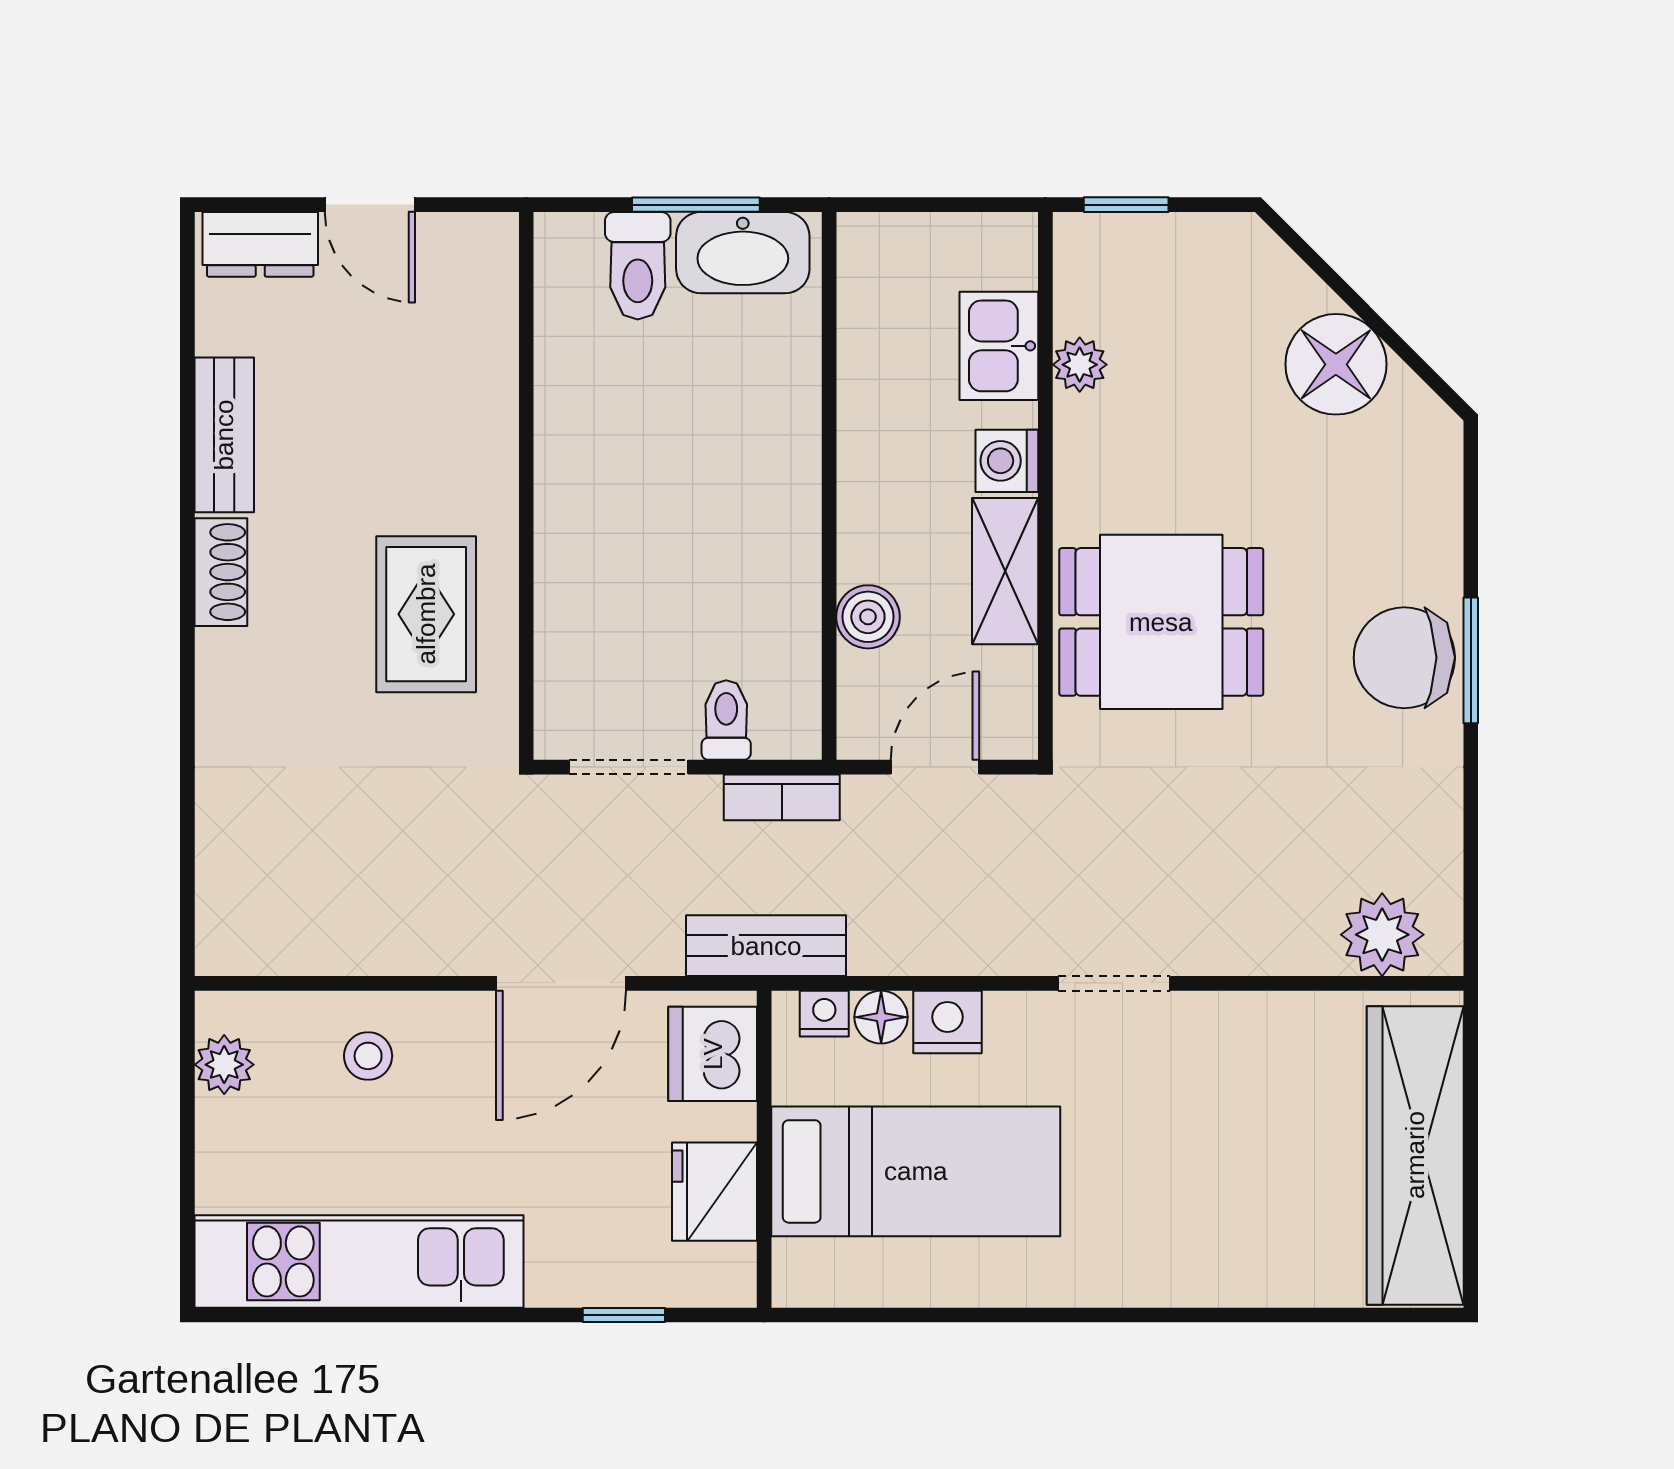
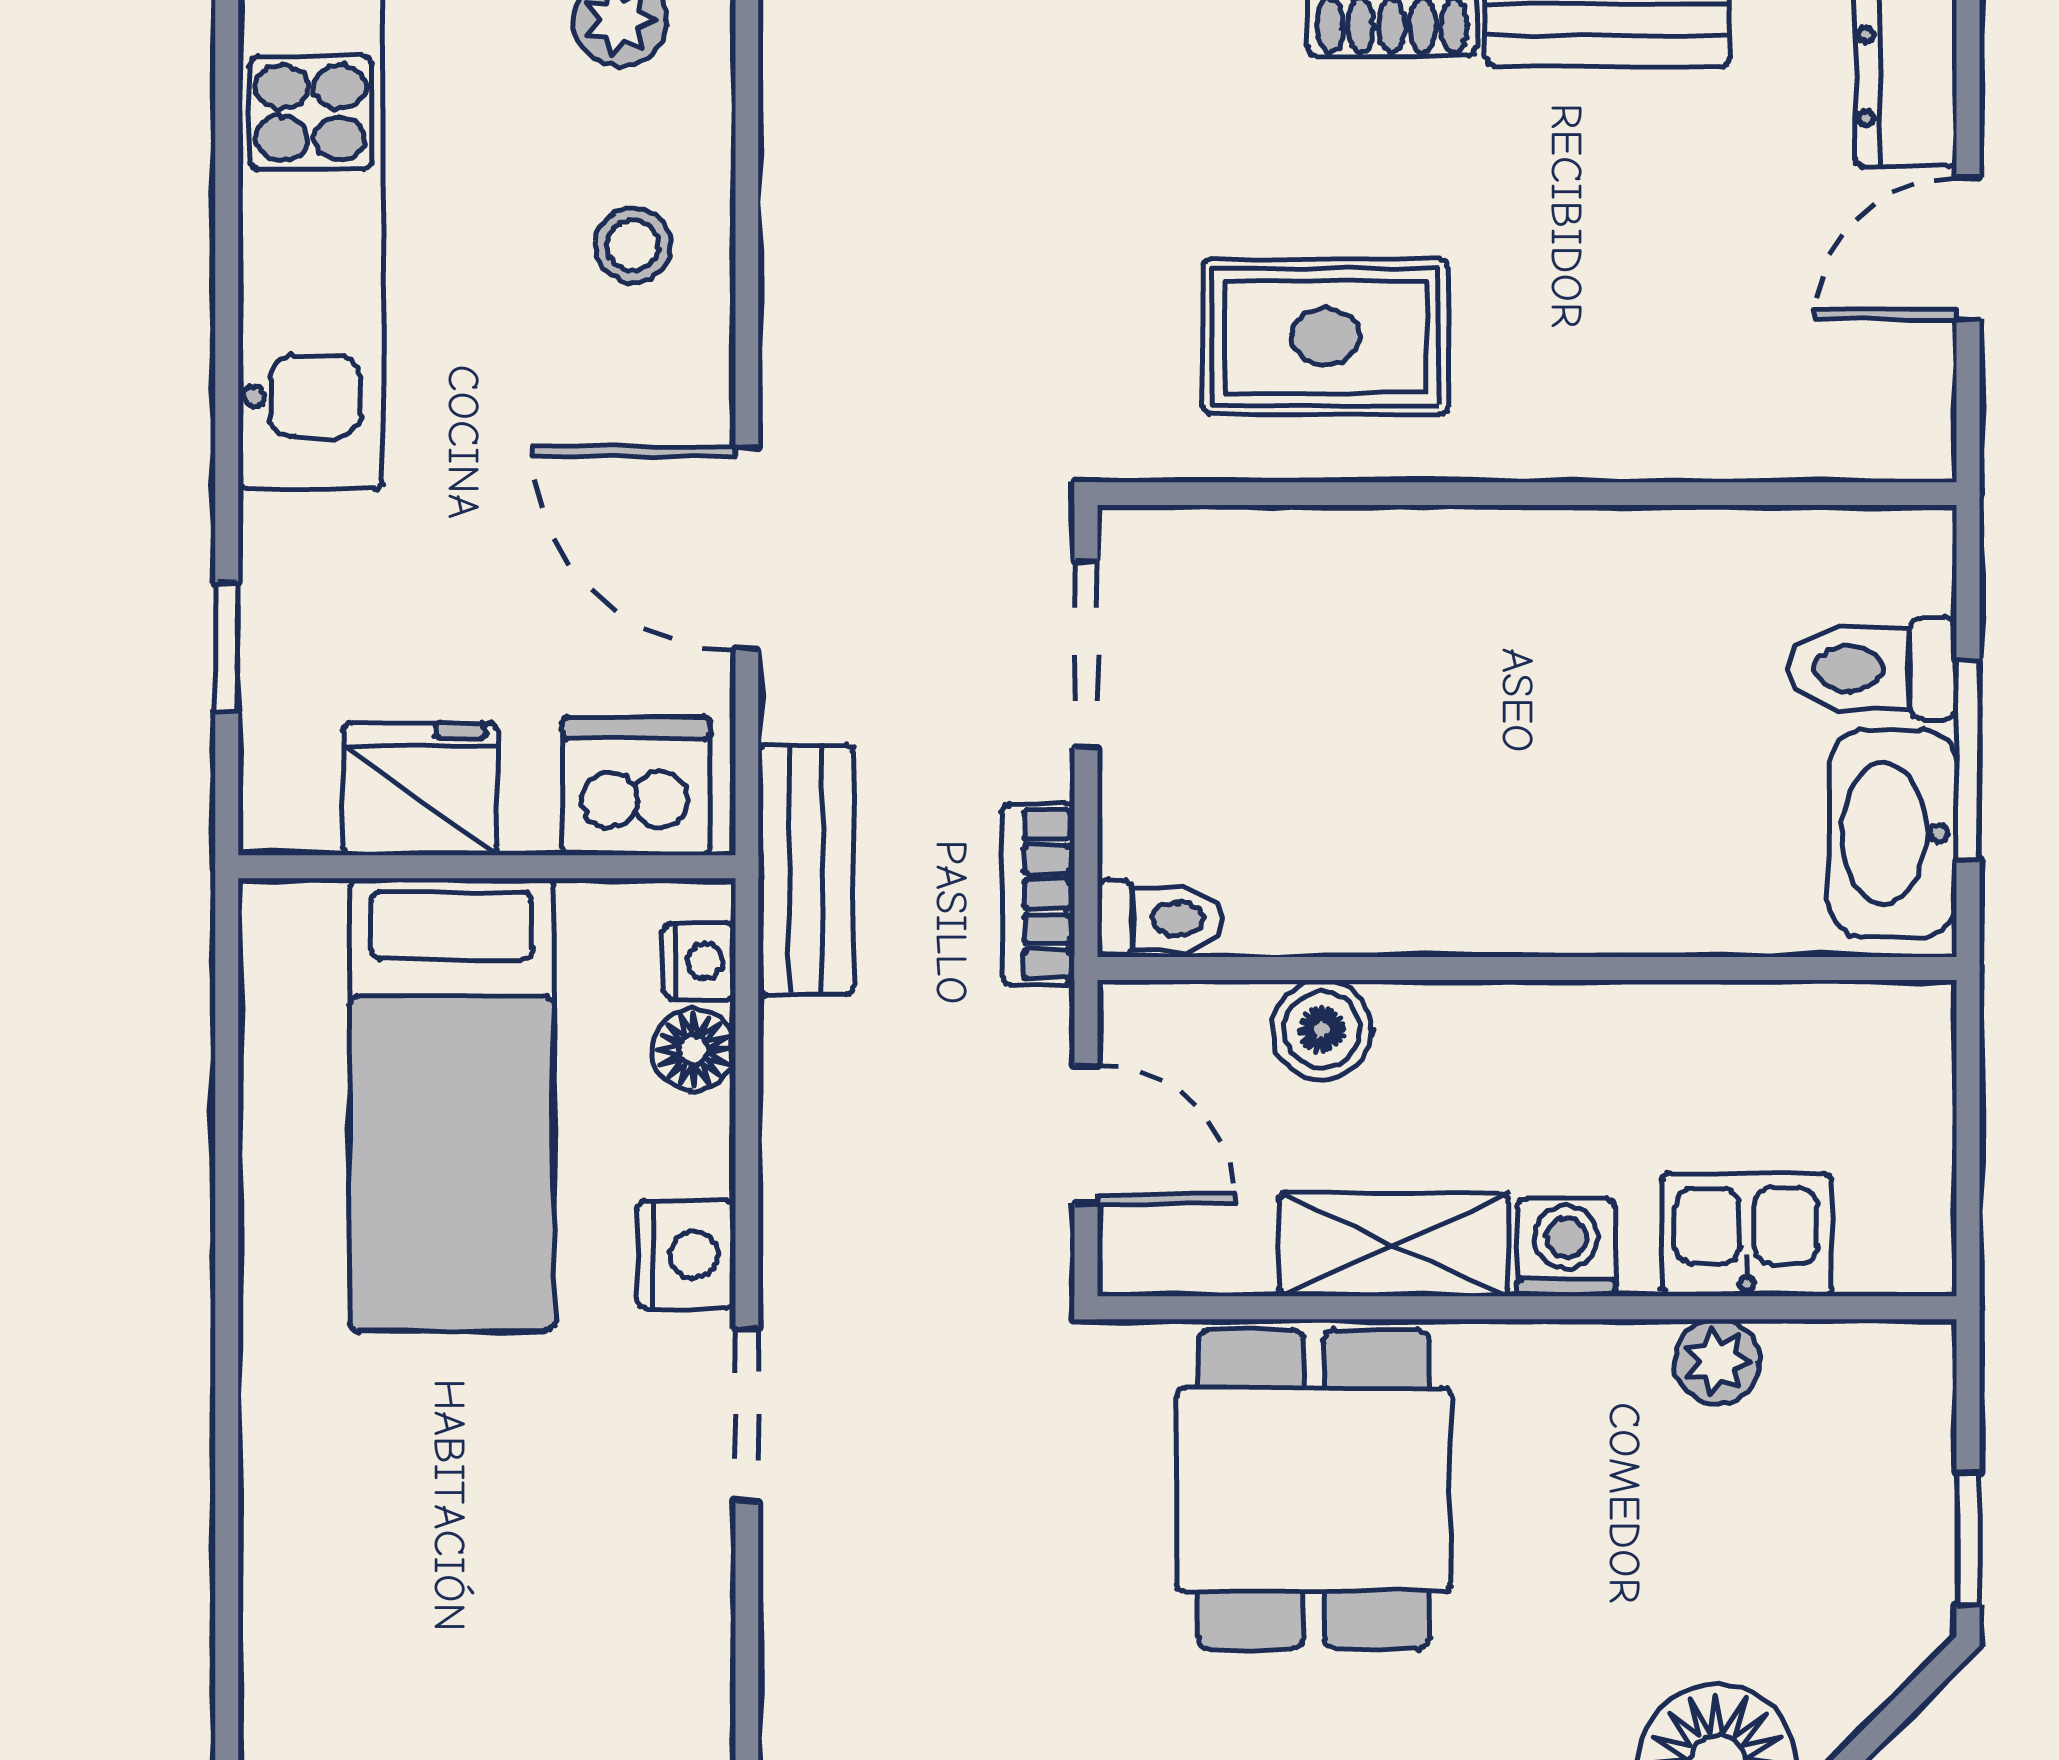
window: (1126, 205) -> (1968, 1539), moved
toilet: (726, 720) -> (1160, 919), moved
nightstand: (947, 1022) -> (686, 1255), moved

